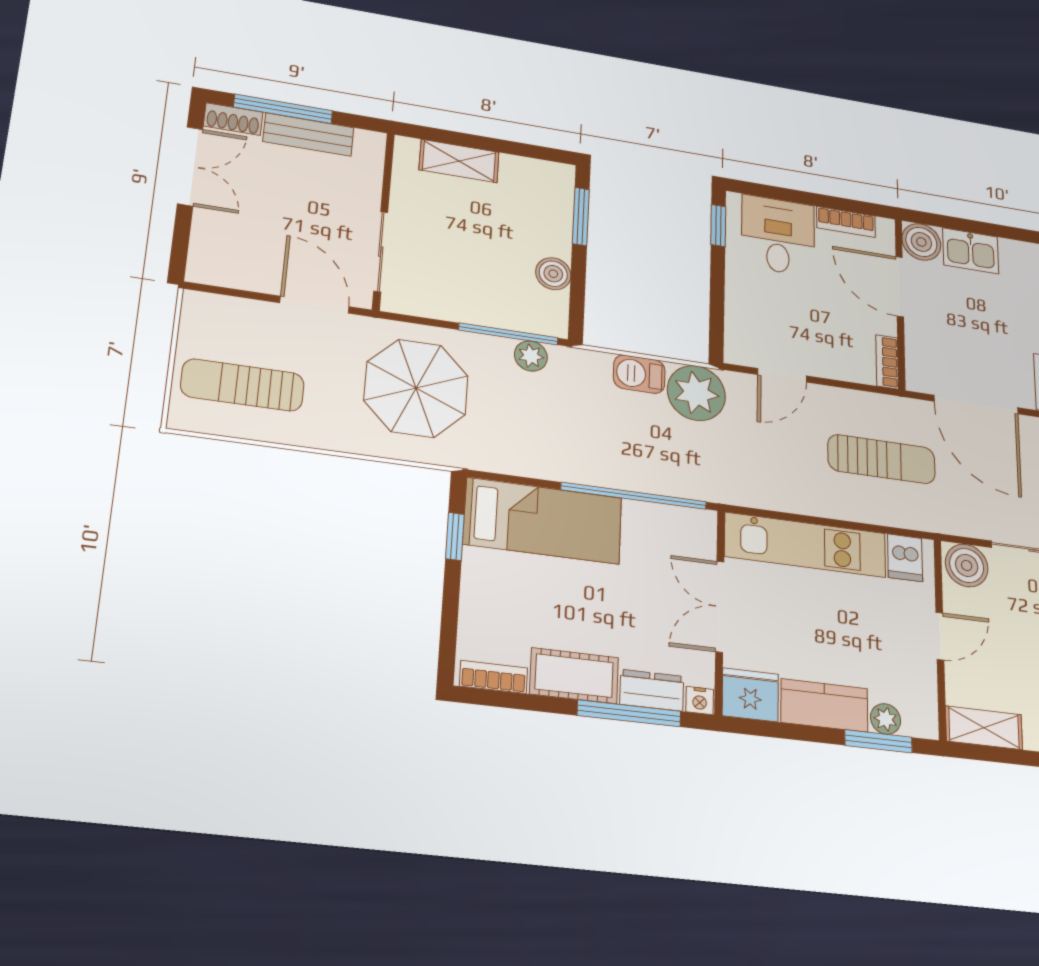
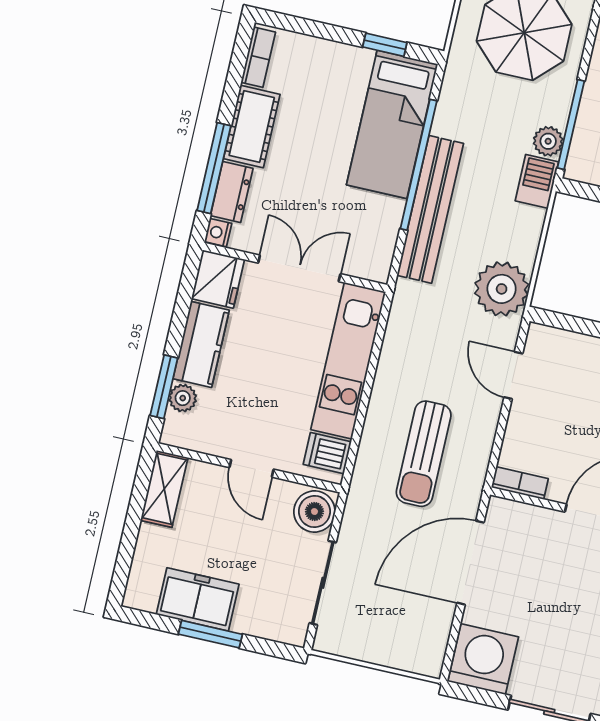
barbecue: (639, 374) -> (537, 181), moved
bench: (628, 473) -> (430, 209), added
window: (634, 496) -> (419, 165), moved

